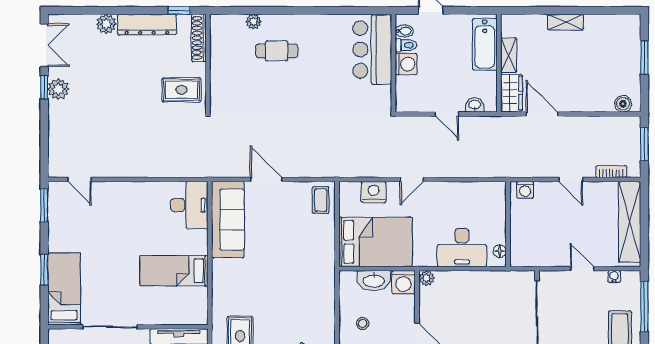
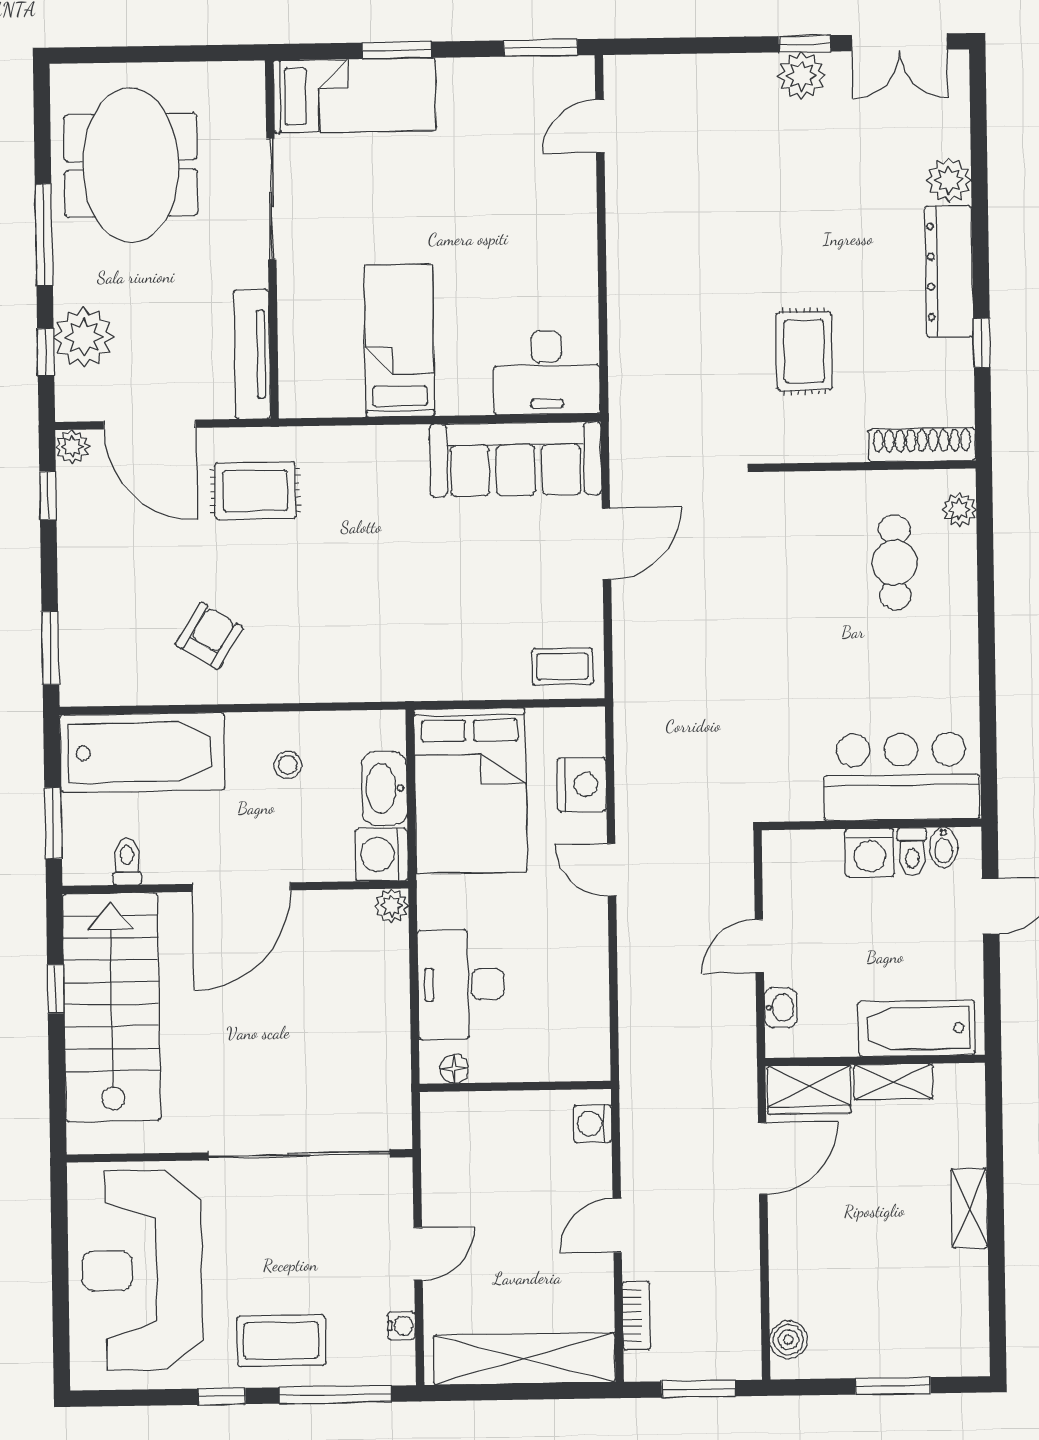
shoe rack: (199, 38) -> (922, 445), moved
wall: (208, 63) -> (866, 466), moved

